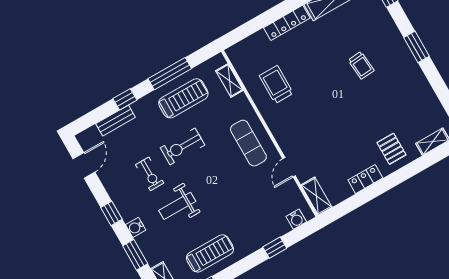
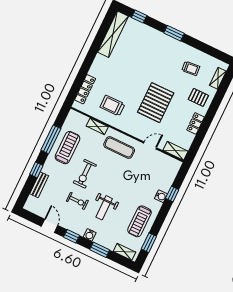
locker: (287, 23) -> (85, 89), moved
trolley: (361, 65) -> (191, 68), moved
shelving: (229, 81) -> (97, 126), moved
pallet: (333, 118) -> (156, 103), added
door: (84, 165) -> (50, 226), moved
door: (289, 167) -> (150, 145), swing flipped
water cooler: (296, 219) -> (161, 196), moved
treadmill: (210, 253) -> (139, 221), turned 180

